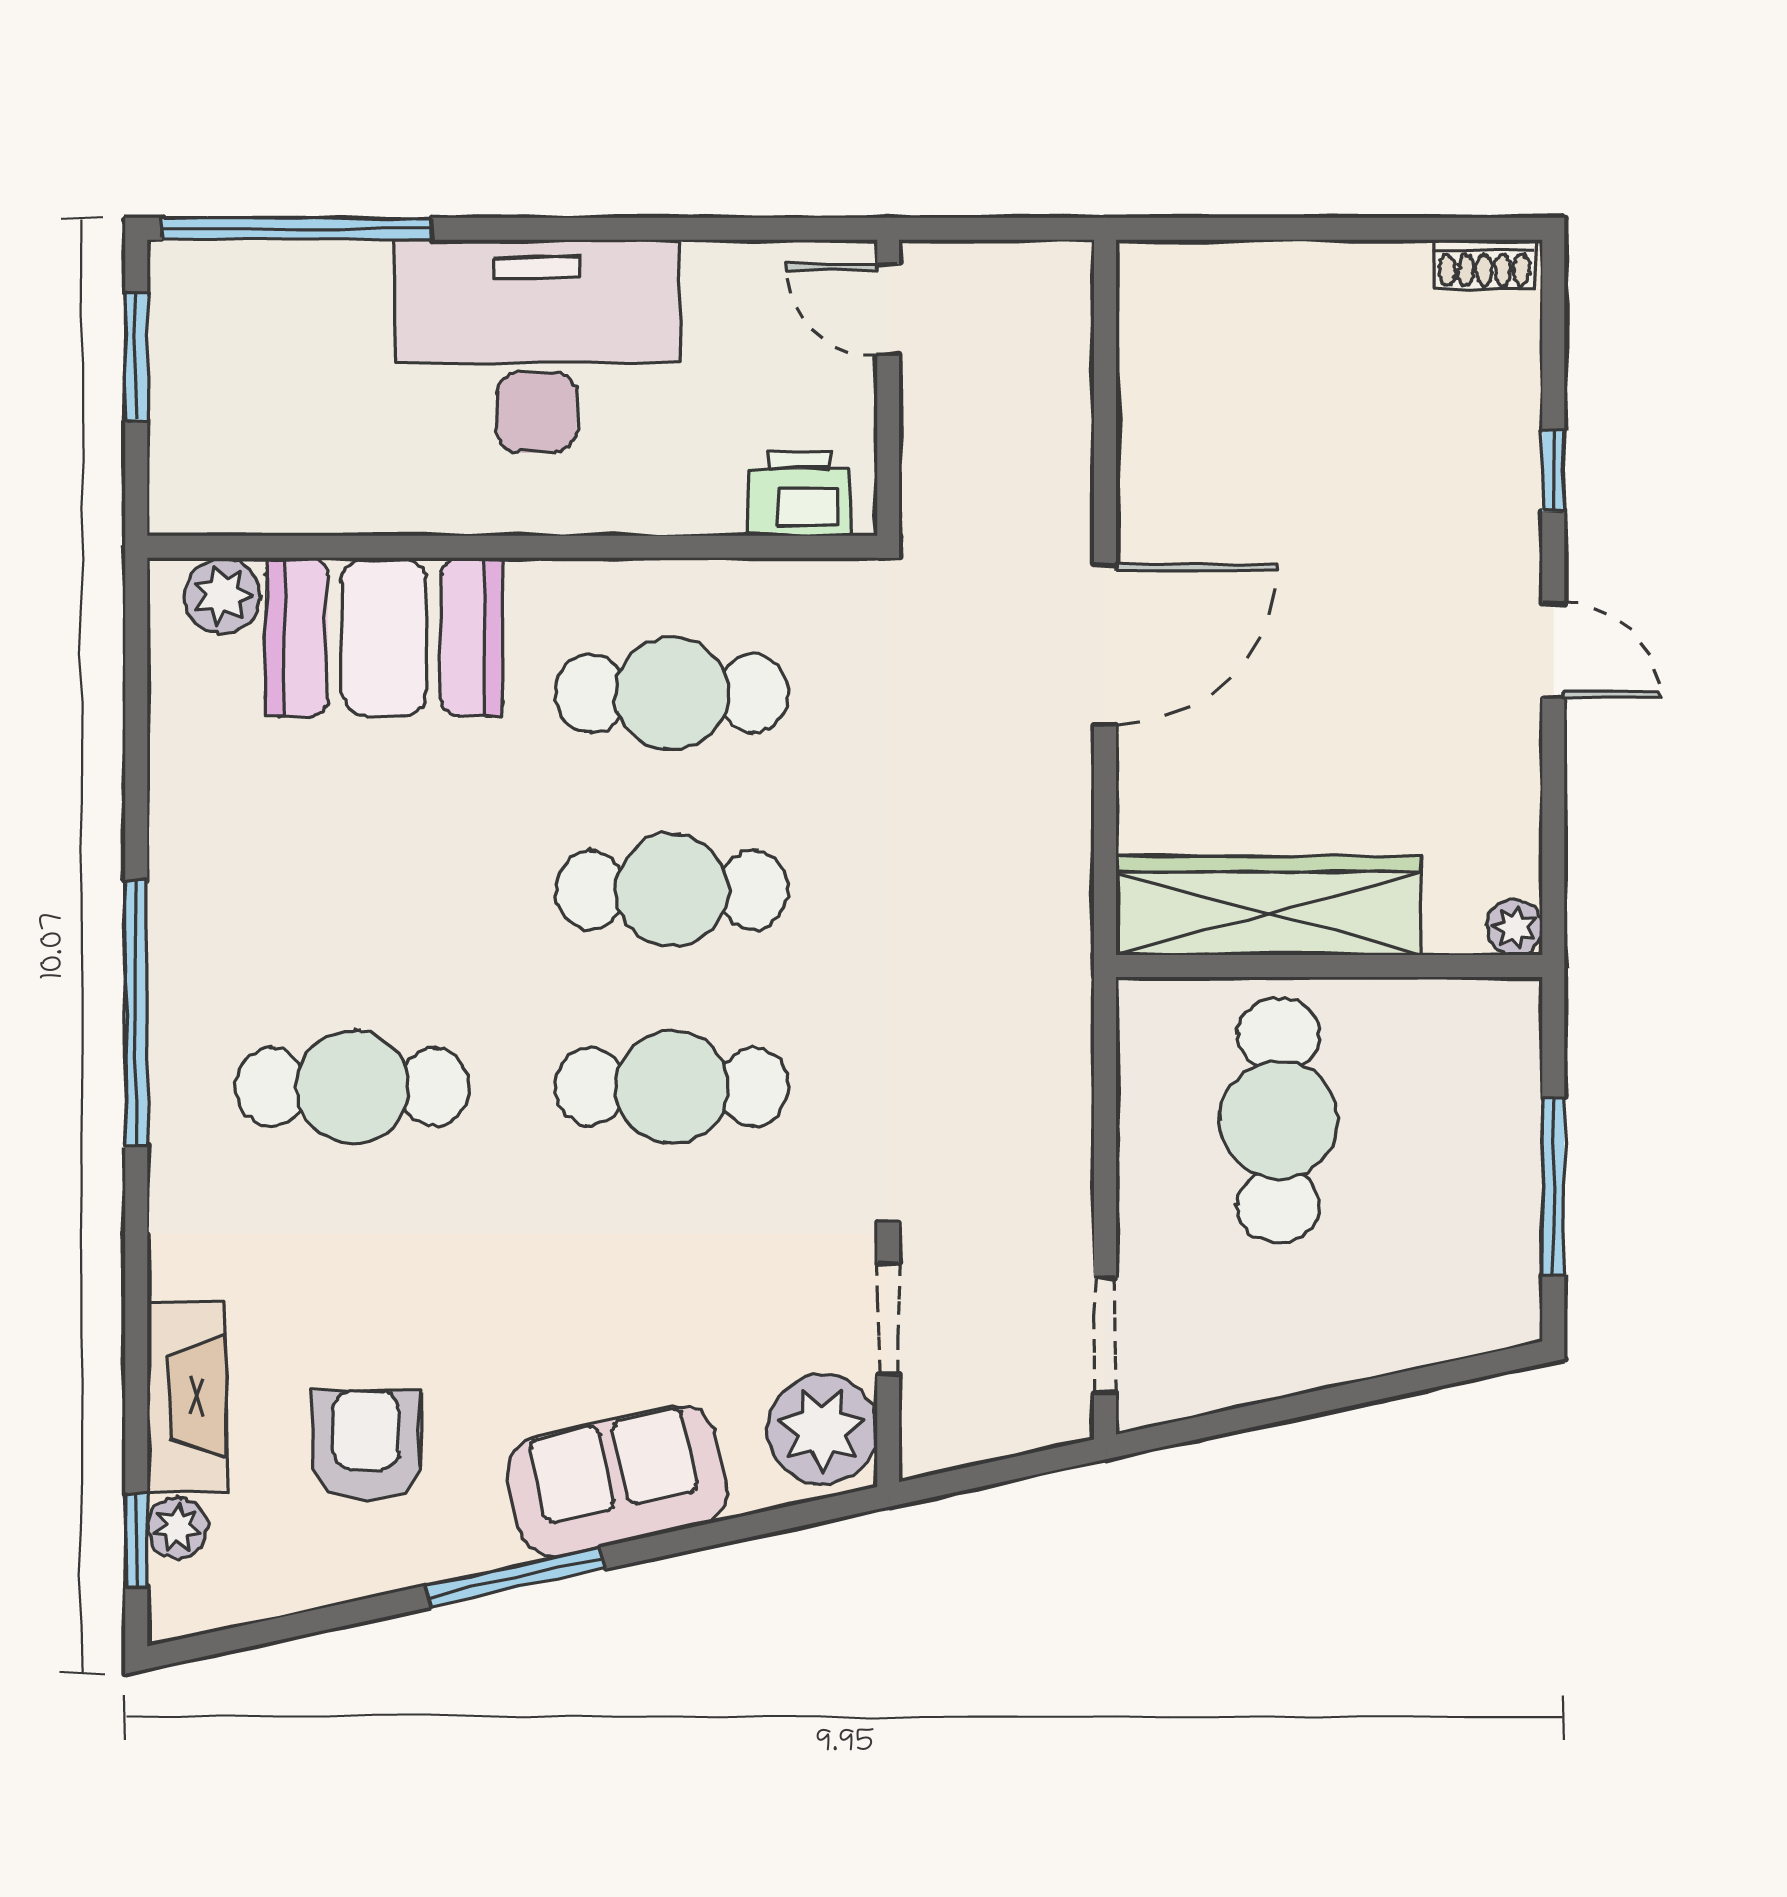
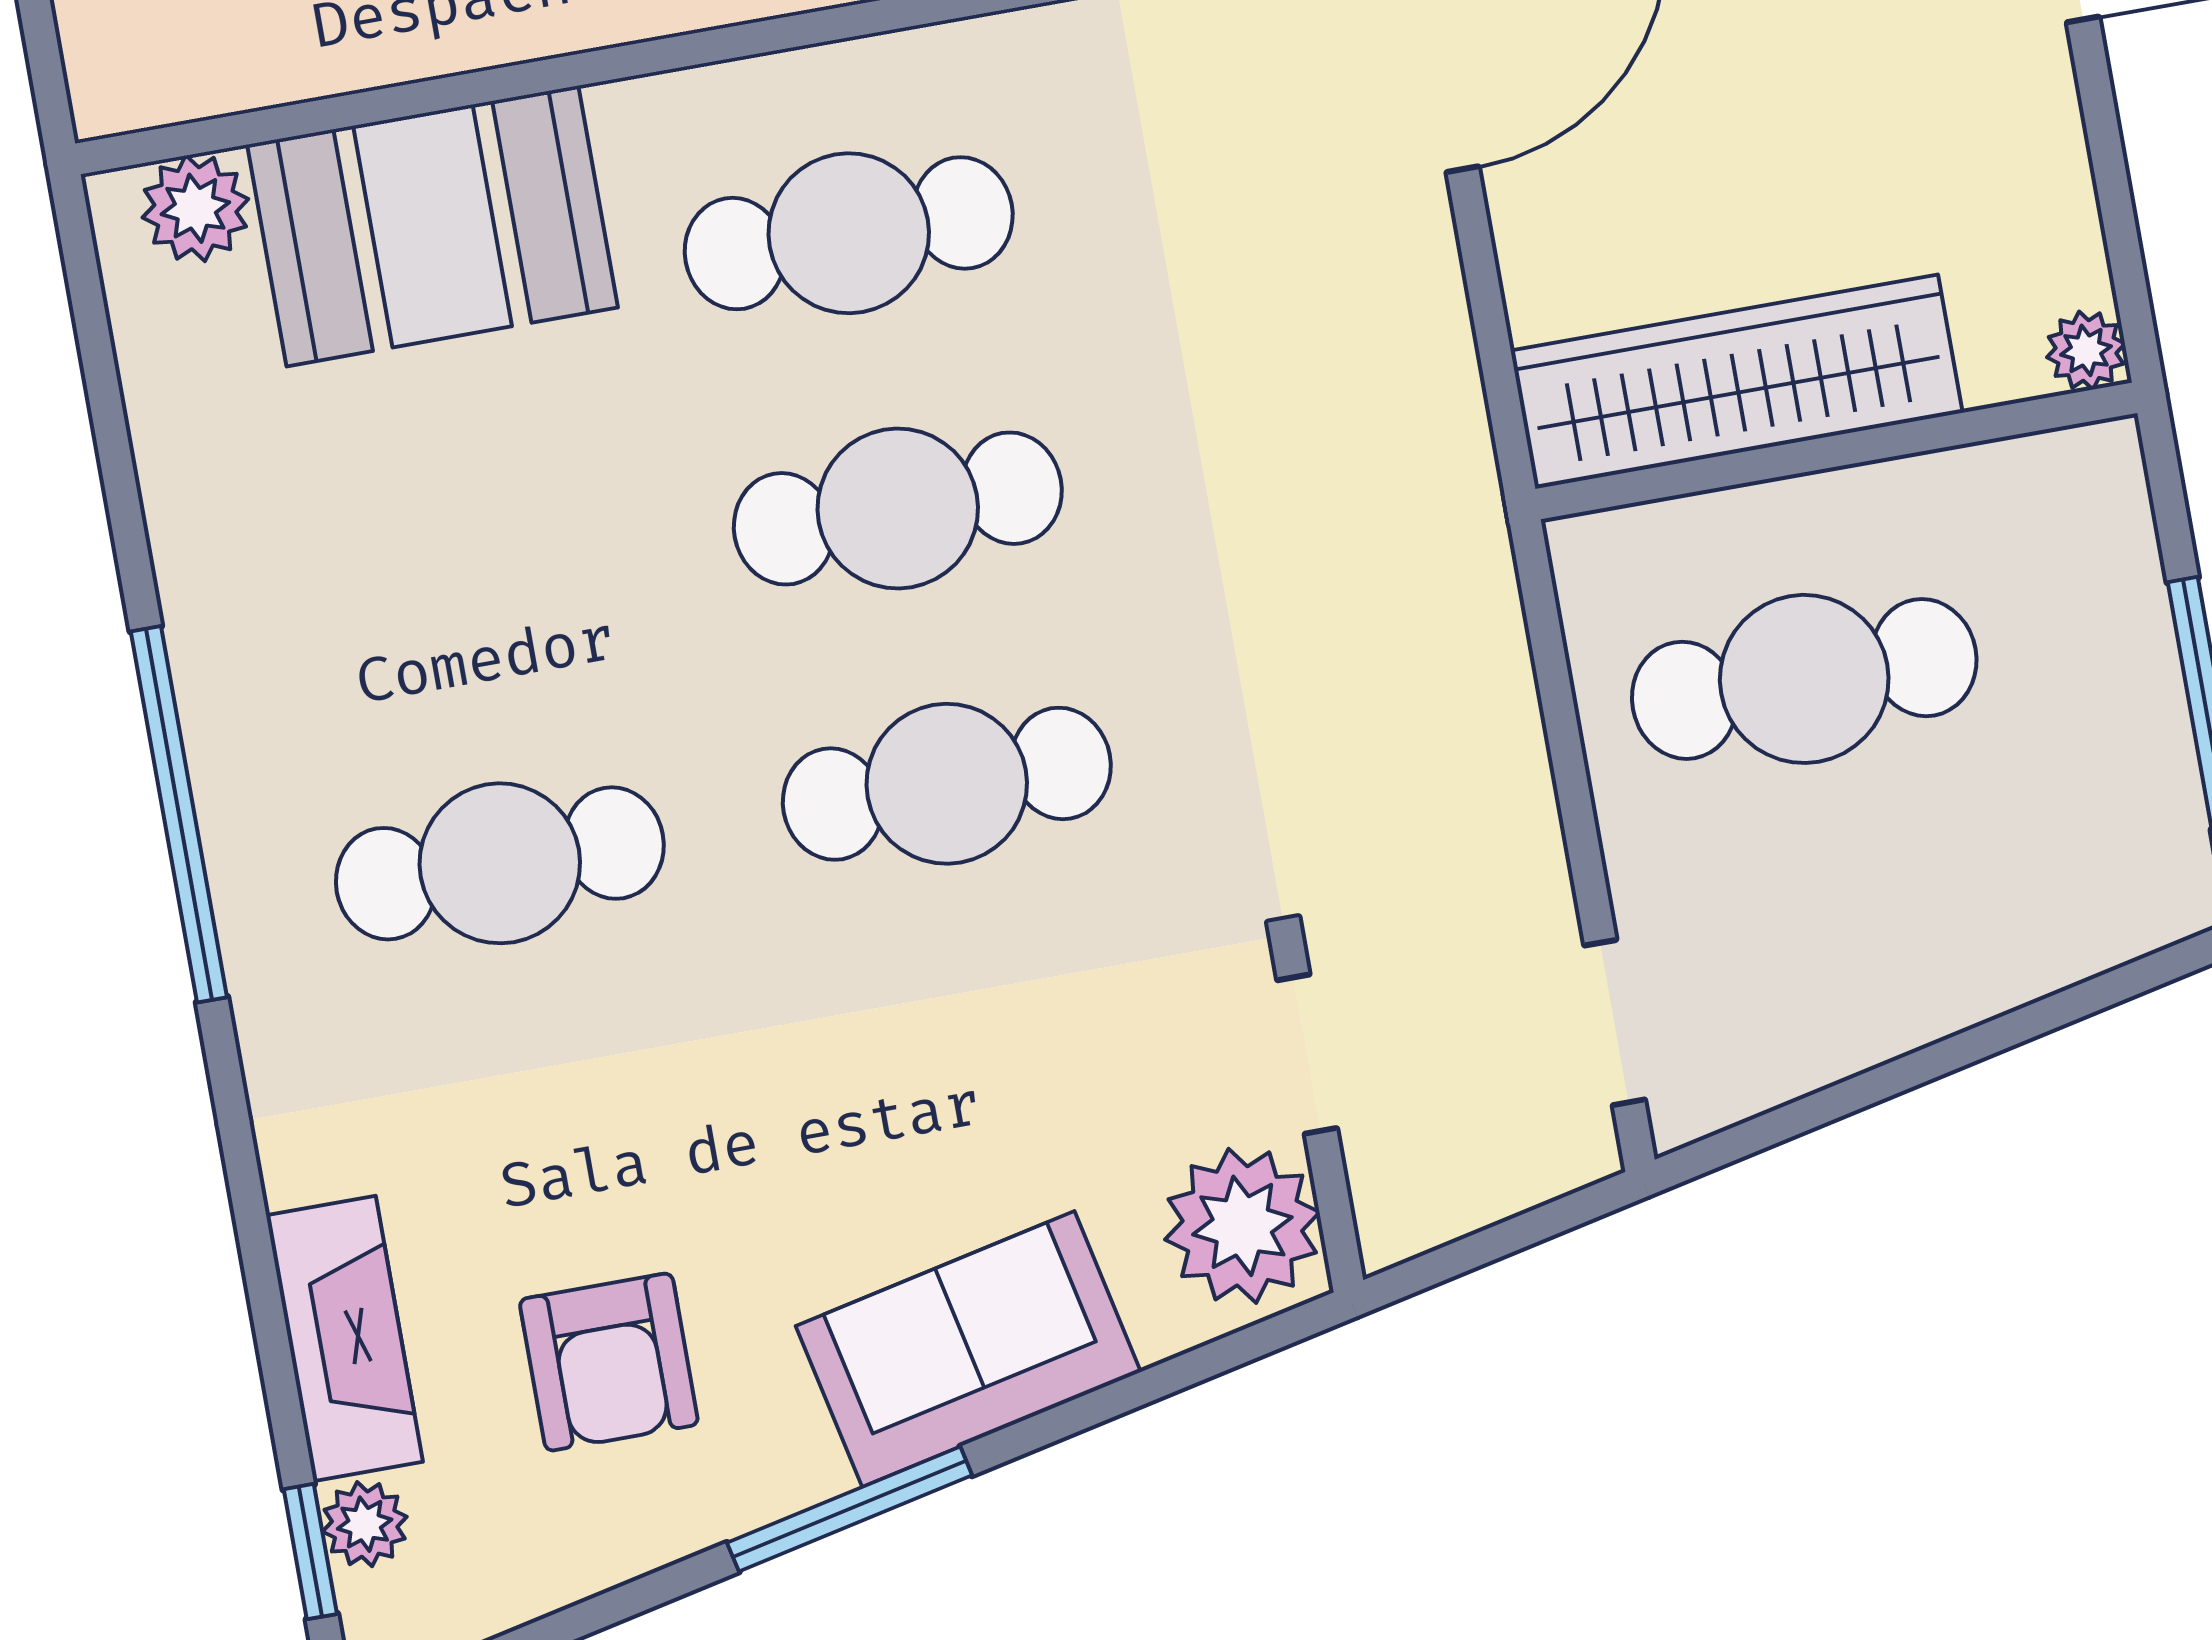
cafe table: (1279, 1120) -> (1804, 679), turned 90
armchair: (366, 1446) -> (609, 1362), turned 180

